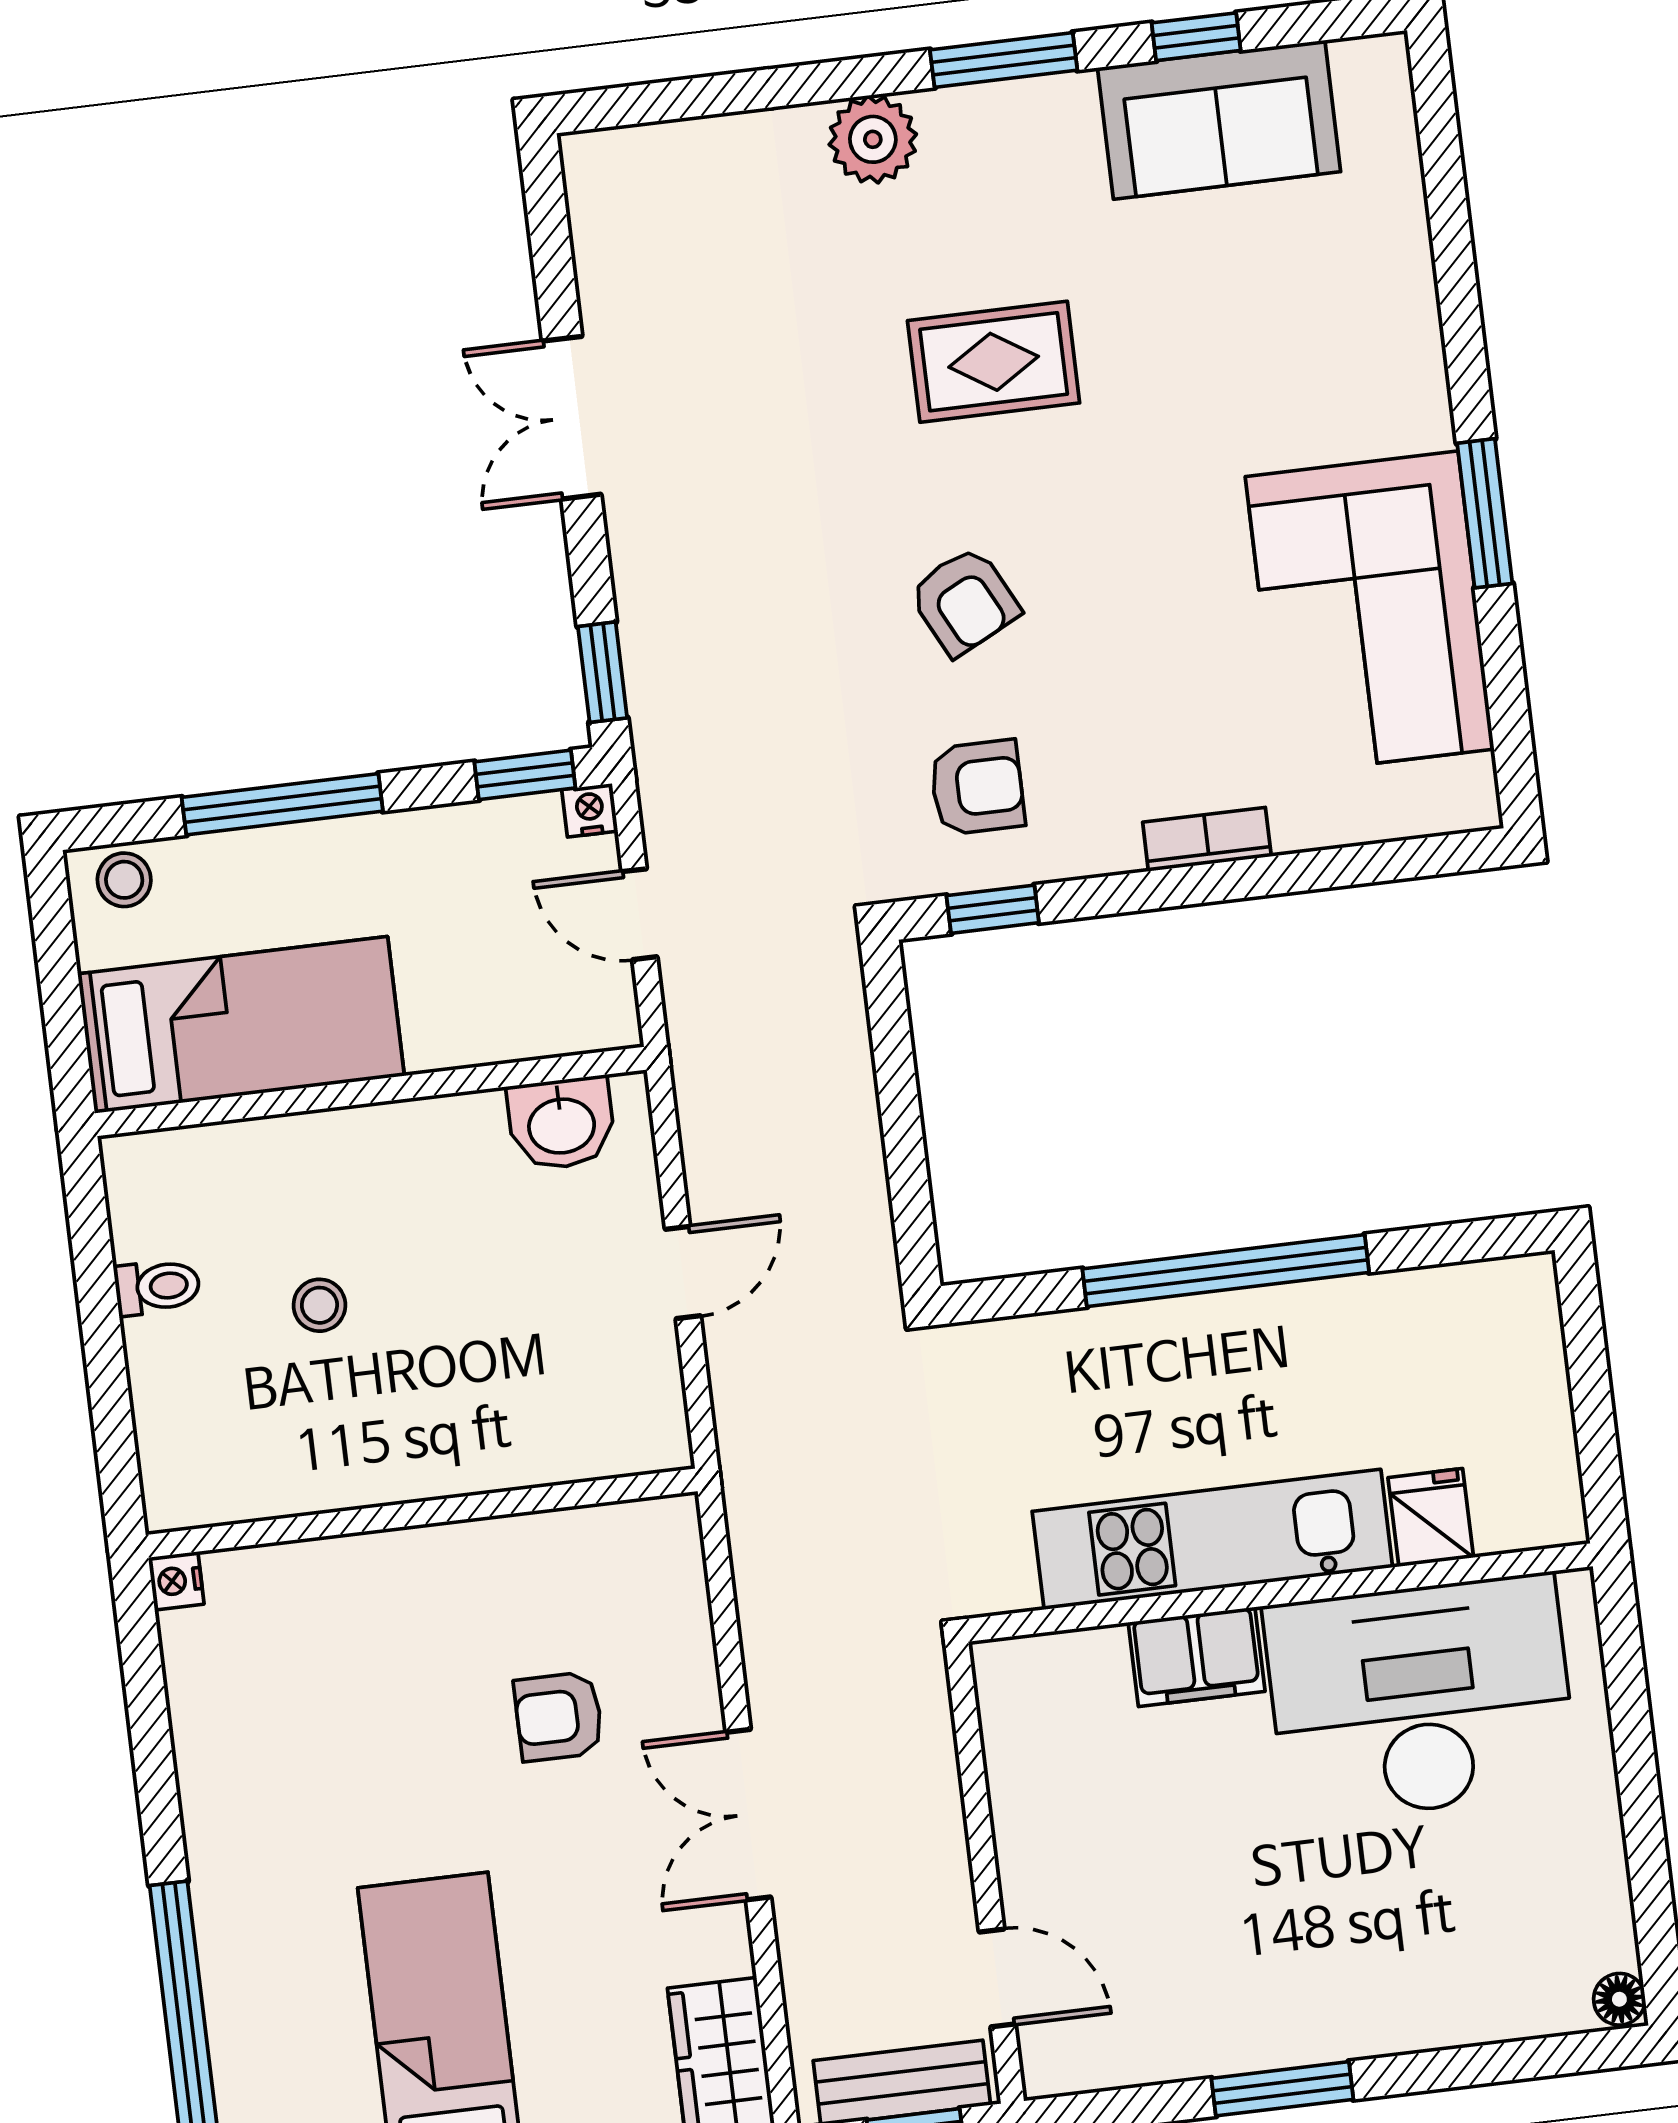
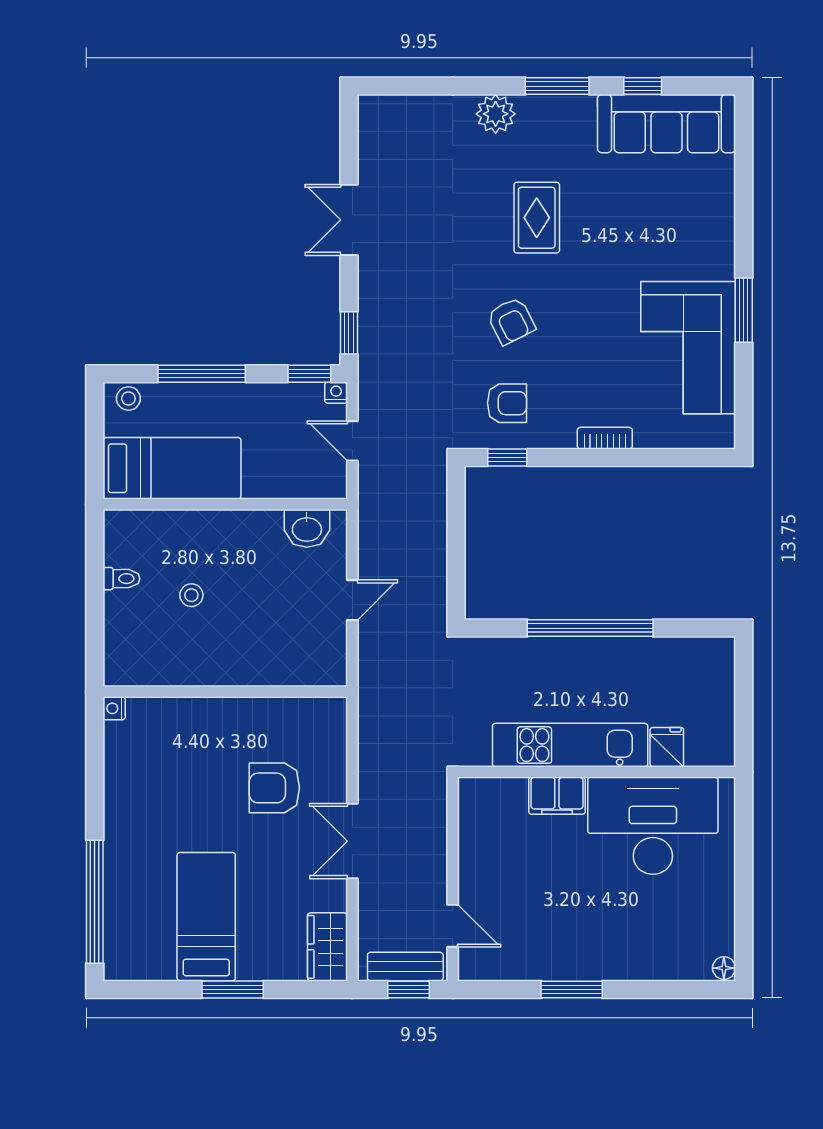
sofa: (1219, 120) -> (666, 124), width x1.36
rug: (994, 362) -> (537, 218), turned 90
armchair: (559, 1716) -> (274, 788), width x1.38, depth x1.38

